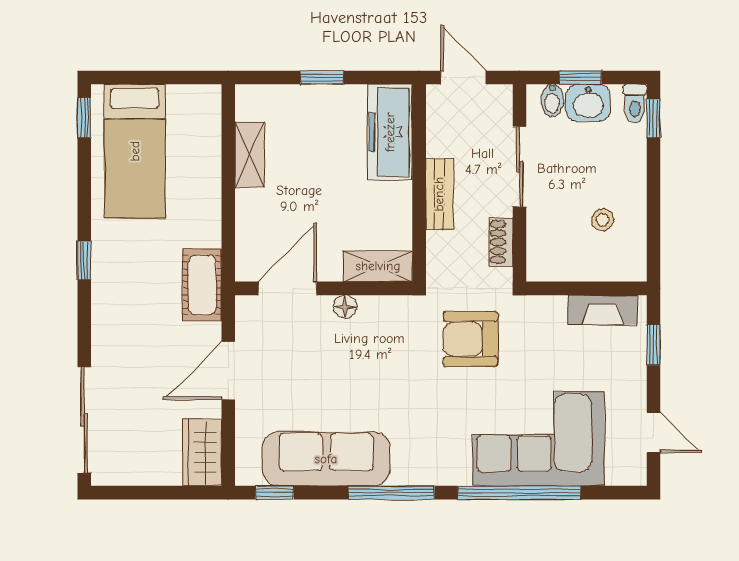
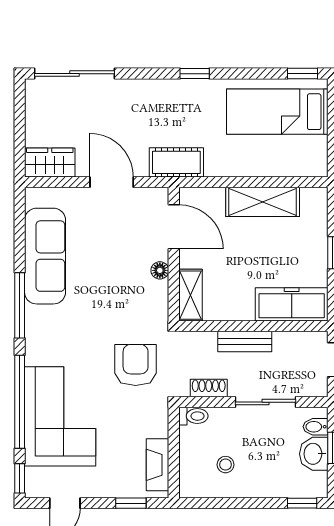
toilet: (635, 104) -> (193, 416), moved, turned 180
shelving: (250, 154) -> (263, 202), width x1.50, depth x1.33
window: (275, 493) -> (20, 478), moved

